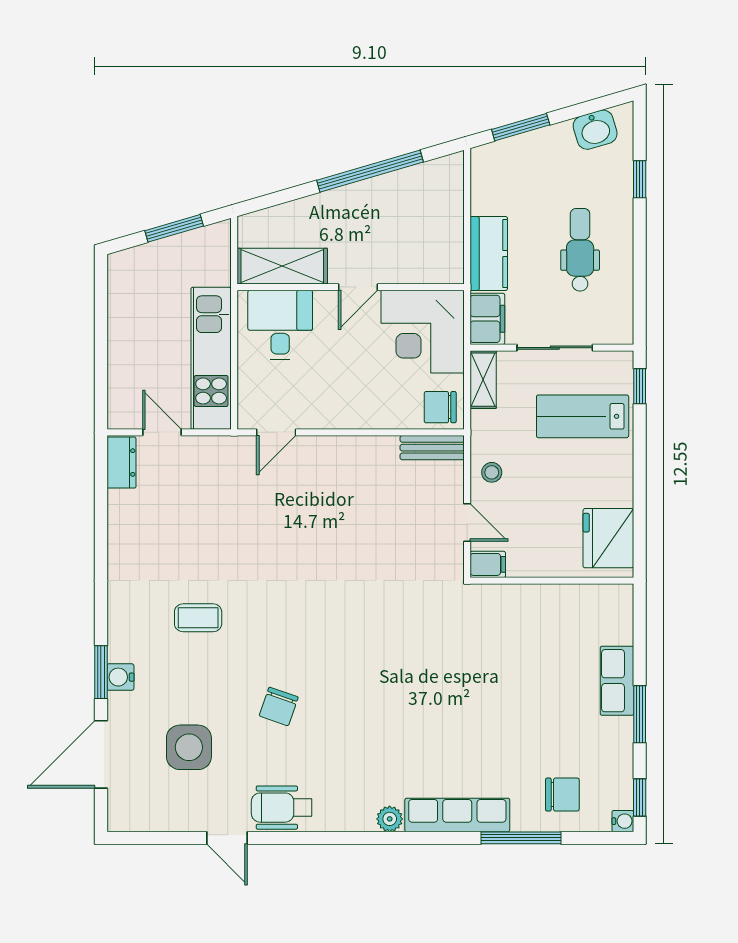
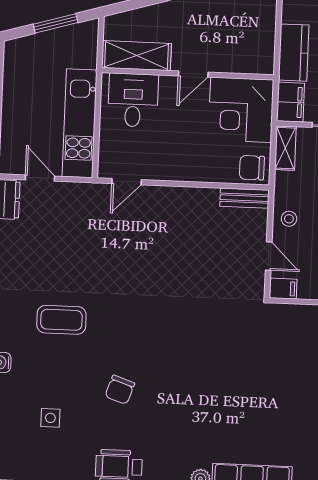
coffee table: (198, 618) -> (61, 320), width x1.36, depth x1.30
side table: (189, 747) -> (50, 418), width x0.54, depth x0.54

